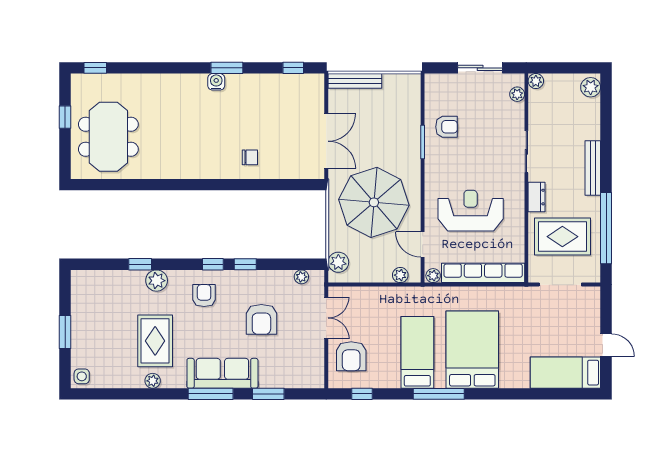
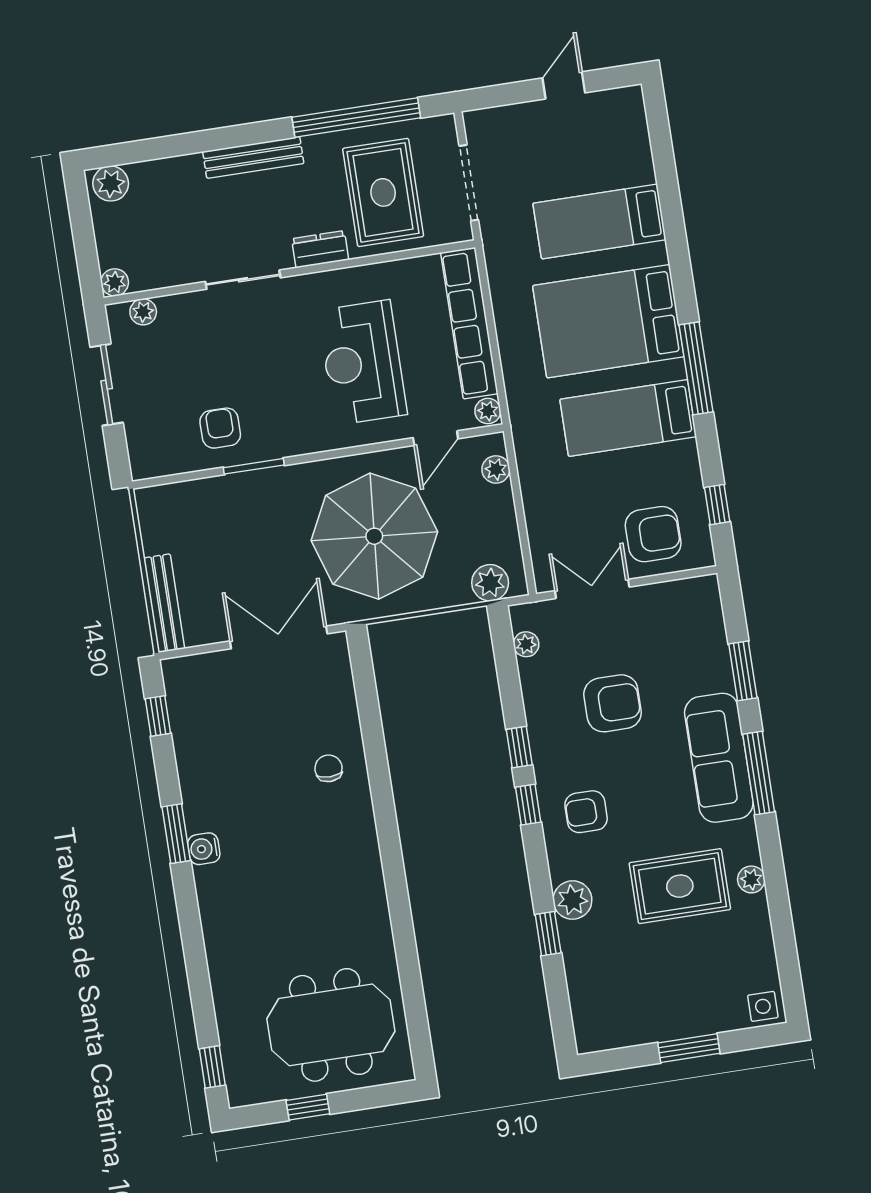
bed: (565, 373) -> (599, 221), moved, turned 90

